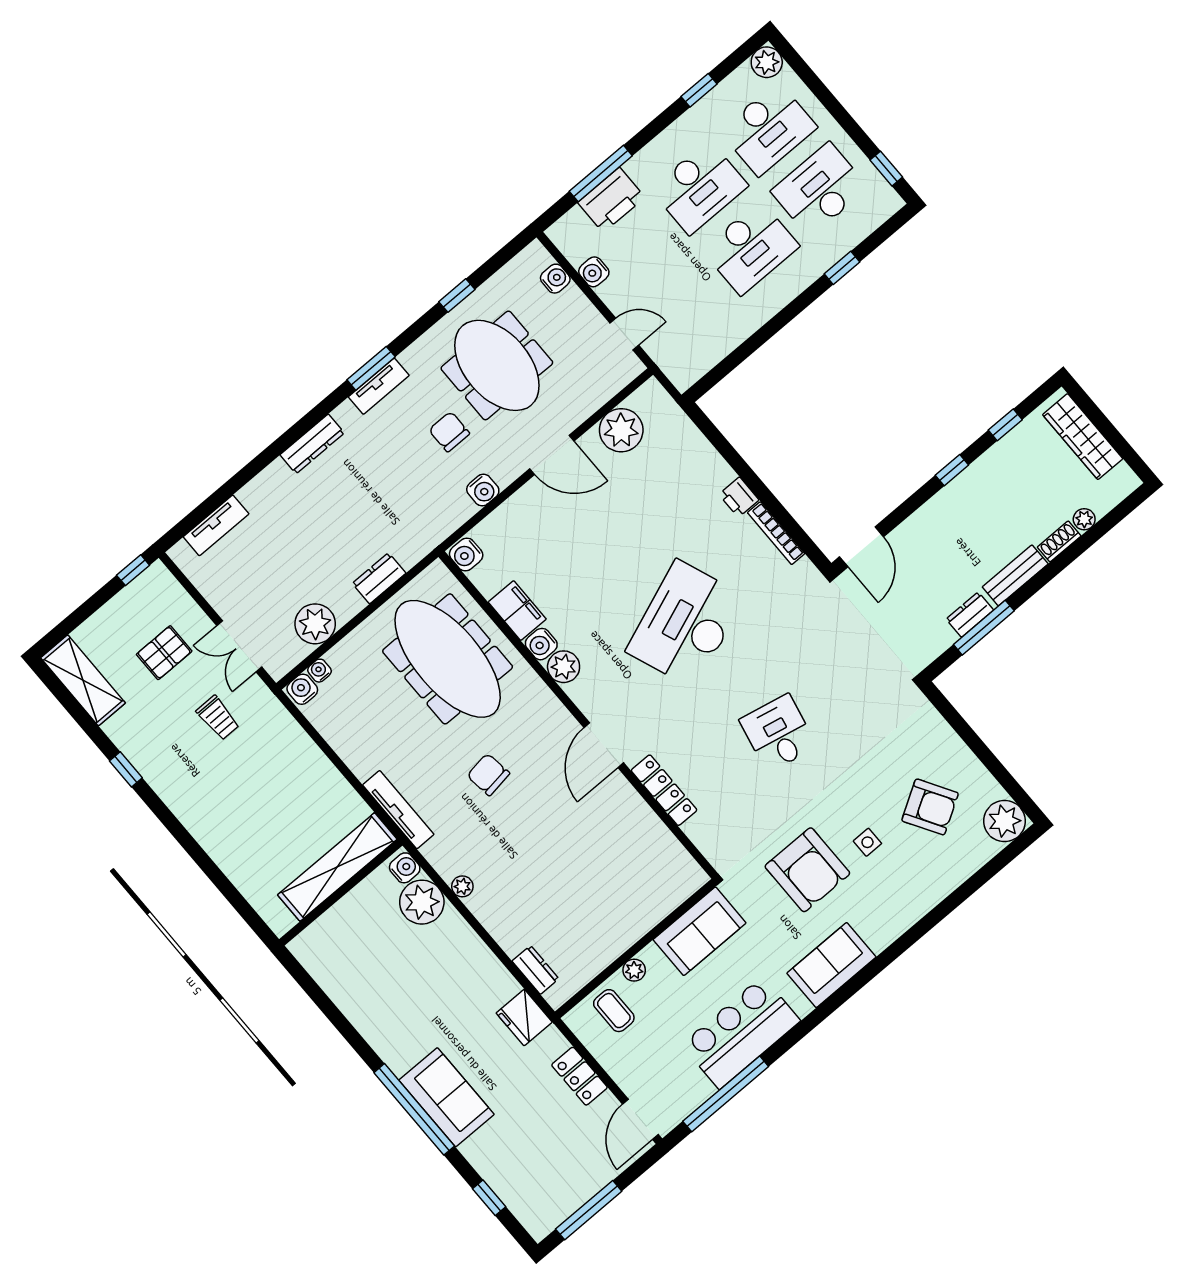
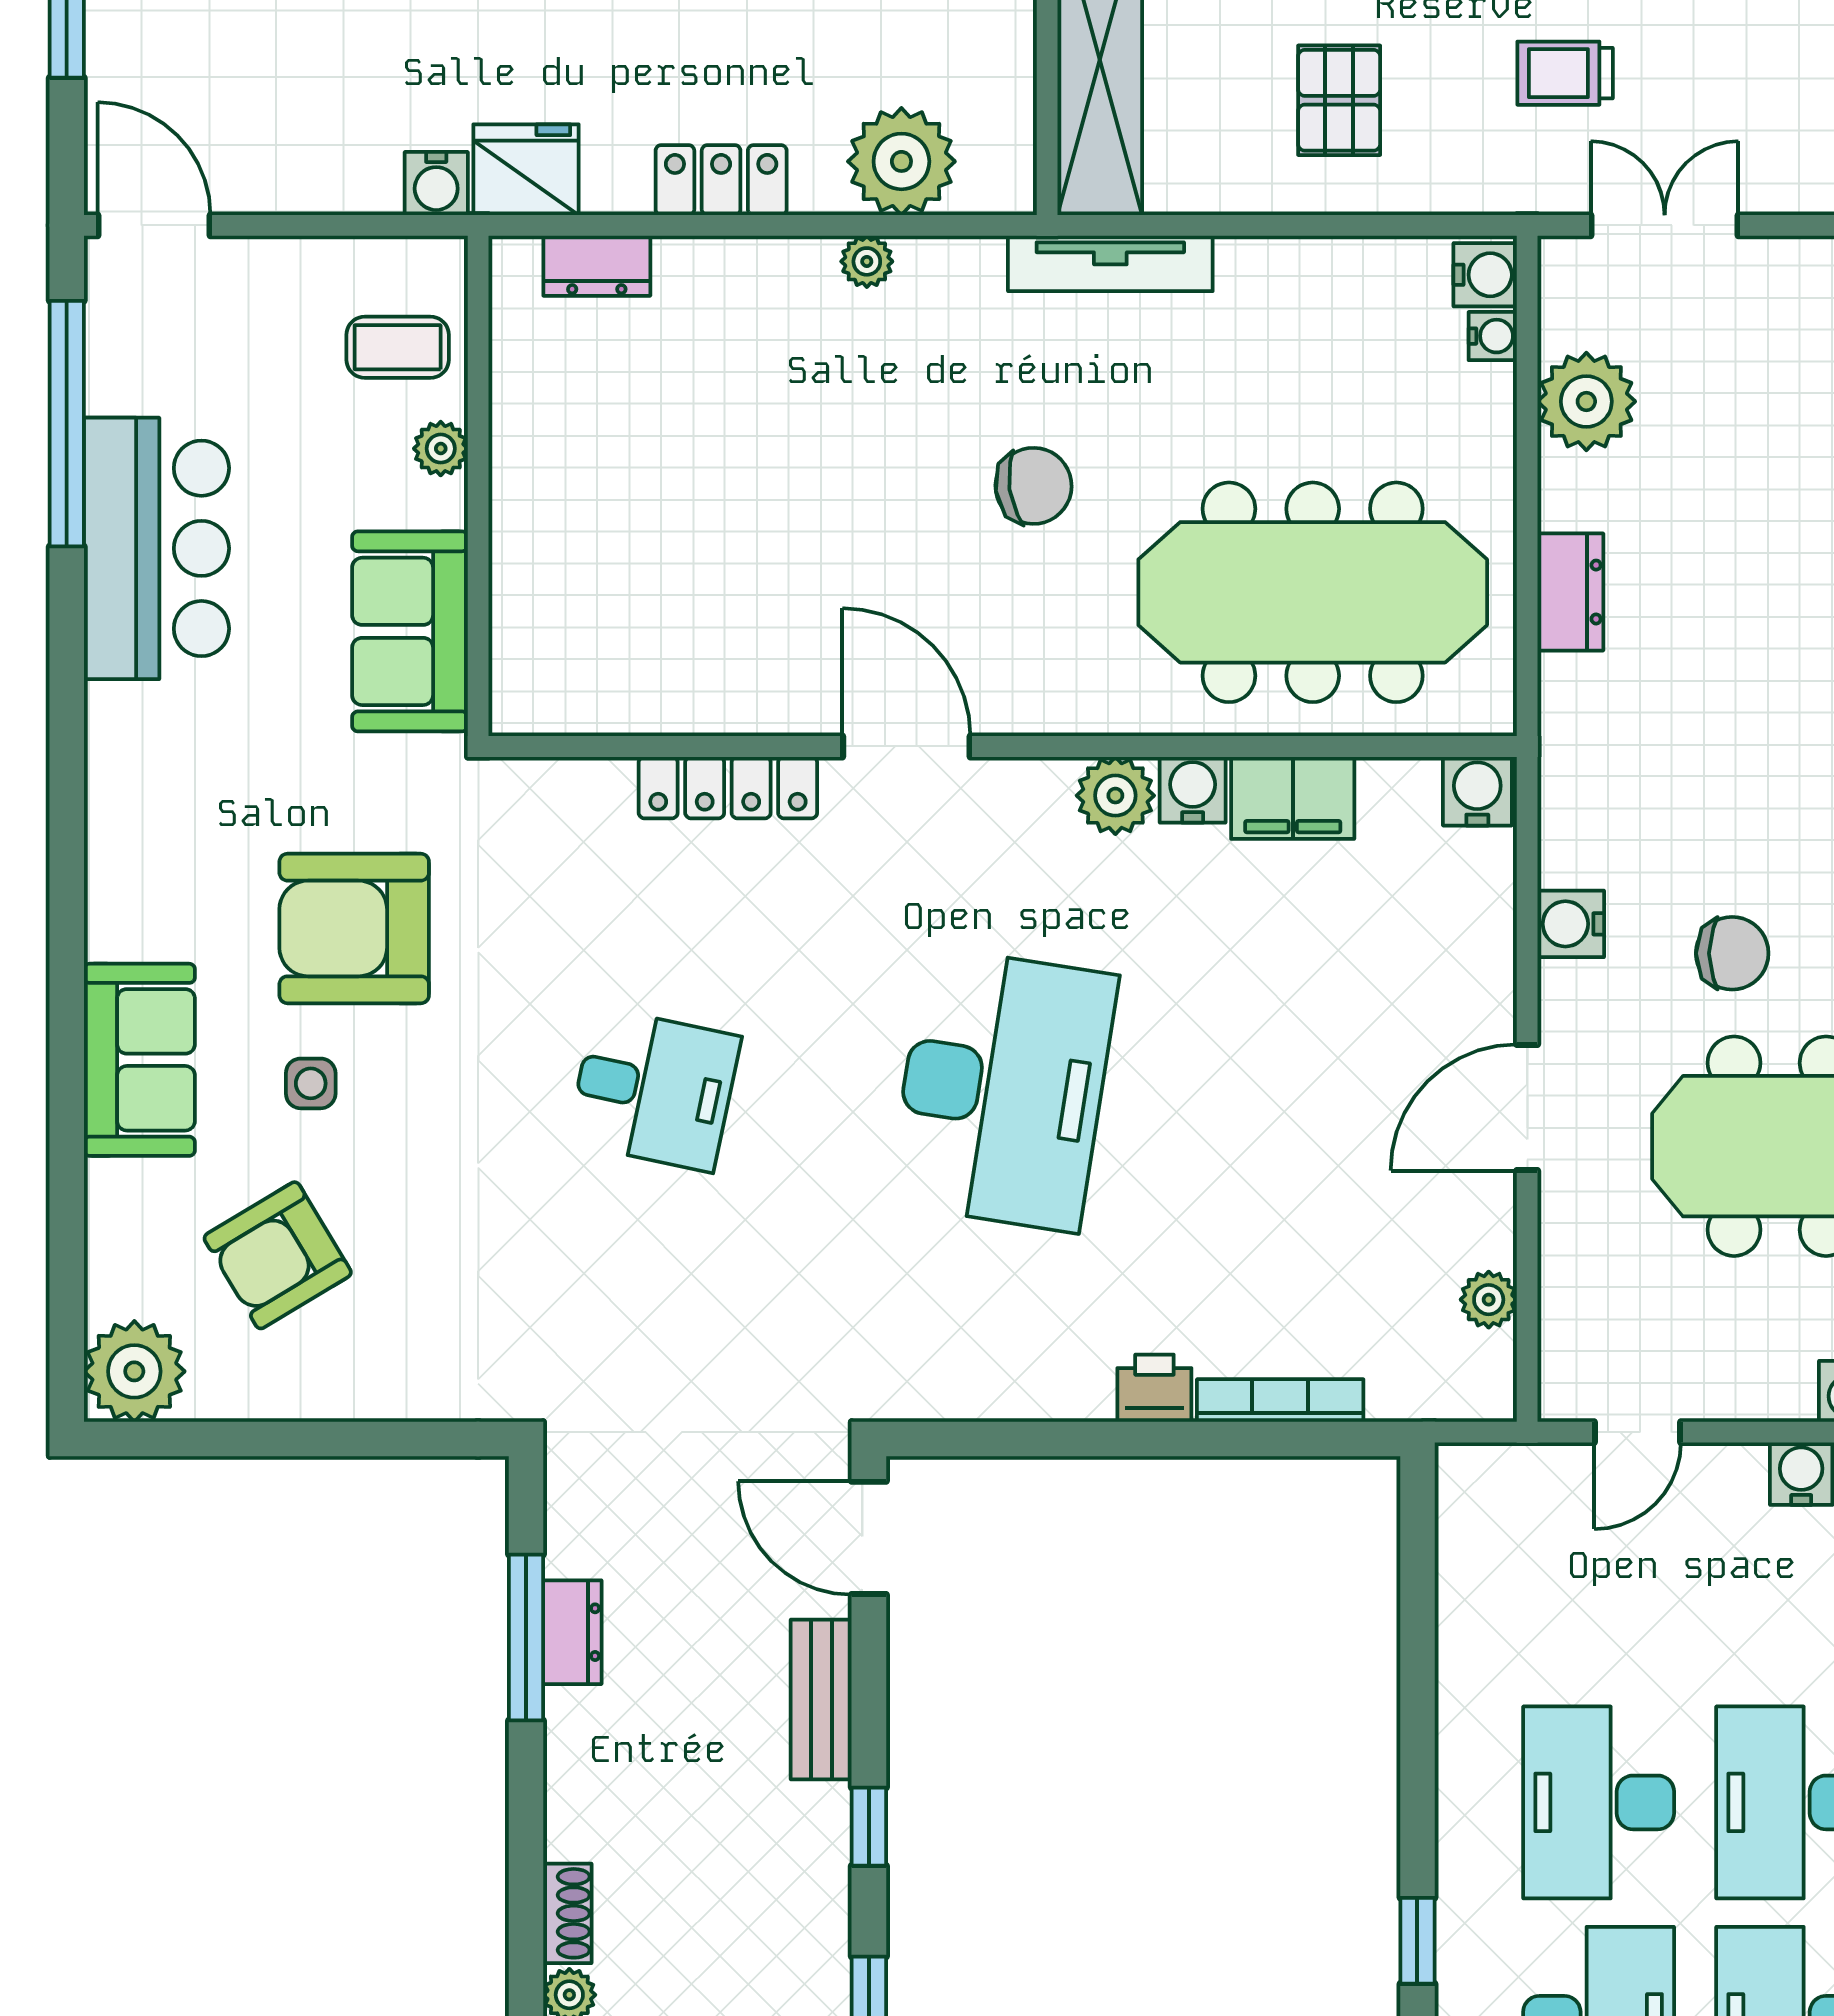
plant: (621, 430) -> (1489, 1300), width x0.53, depth x0.53
bookcase: (776, 533) -> (1280, 1401), moved
bench: (1015, 575) -> (821, 1700), moved
desk: (686, 624) -> (1003, 1089), turned 30
pallet: (164, 653) -> (1339, 100), moved
water cooler: (405, 868) -> (436, 184), moved
sofa: (831, 965) -> (139, 1060), moved
locker: (579, 1076) -> (721, 180), moved

